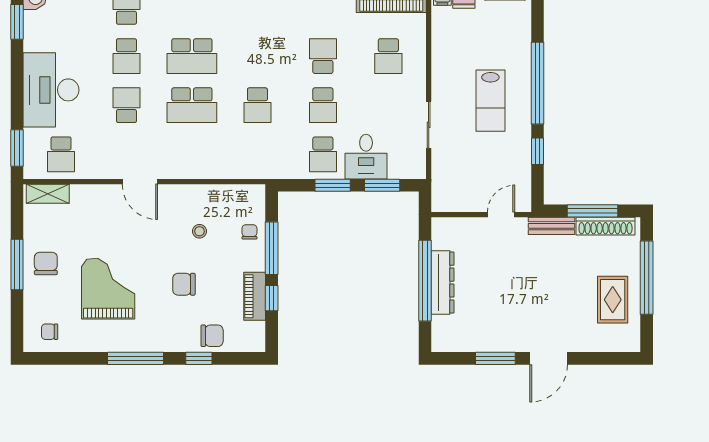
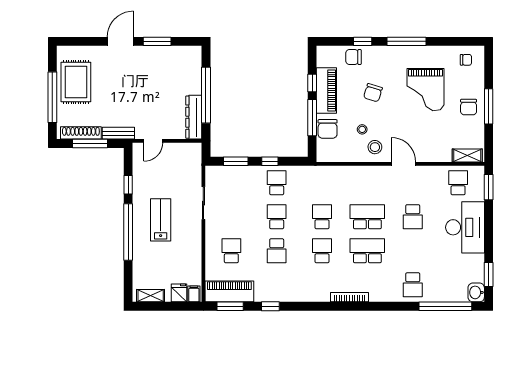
school desk: (126, 56) -> (322, 251), moved
desk: (366, 157) -> (247, 181), removed
window: (333, 185) -> (270, 161), width x0.67
stool: (181, 206) -> (375, 147), added
chair: (249, 232) -> (328, 129), width x1.87, depth x1.87
dresser: (443, 283) -> (194, 117), moved
chair: (184, 284) -> (373, 93), turned 107
piano: (255, 296) -> (326, 90), width x1.37, depth x1.33
rug: (613, 300) -> (76, 82), width x1.36, depth x1.43

